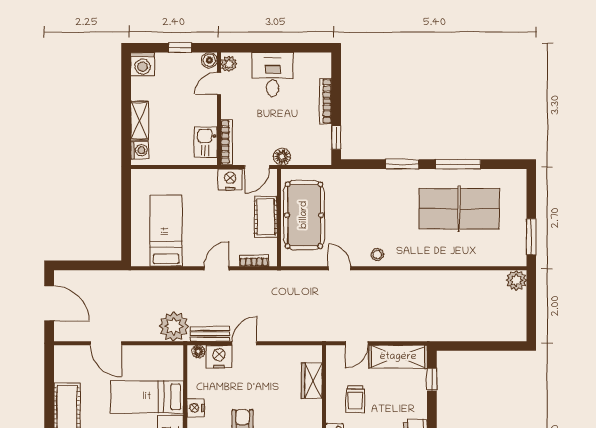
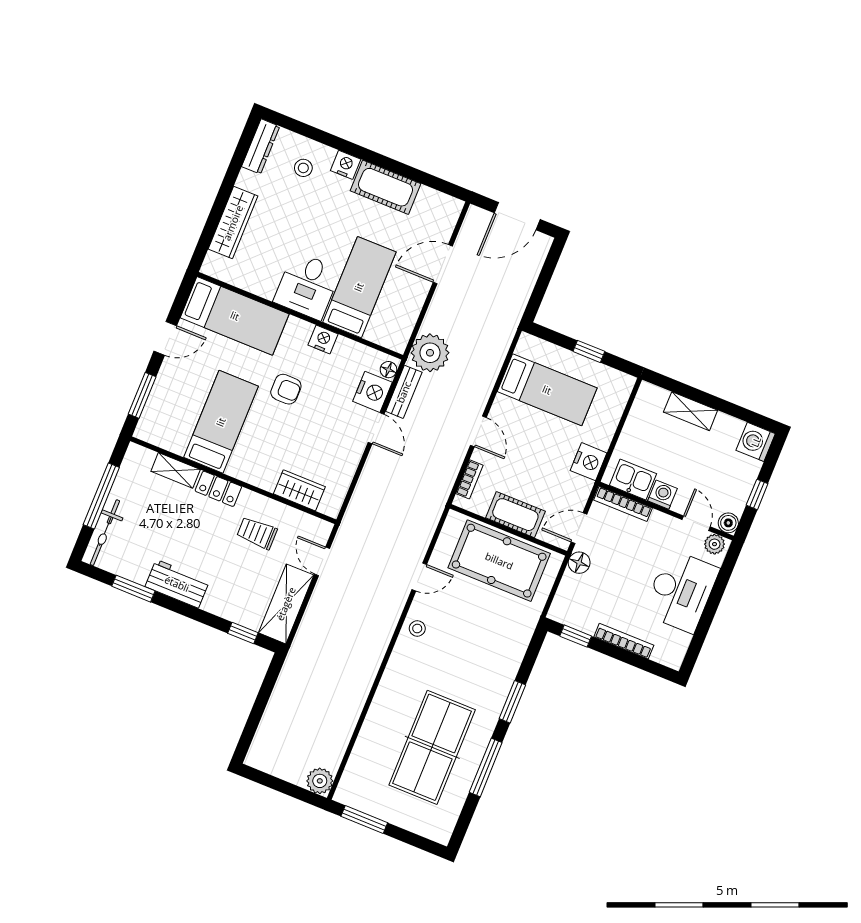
desk: (273, 74) -> (681, 591), width x1.37
washing machine: (140, 150) -> (662, 495), moved, turned 180
door: (257, 167) -> (579, 528), hinge flipped
nightstand: (230, 179) -> (589, 462), moved
window: (126, 212) -> (589, 351), added

